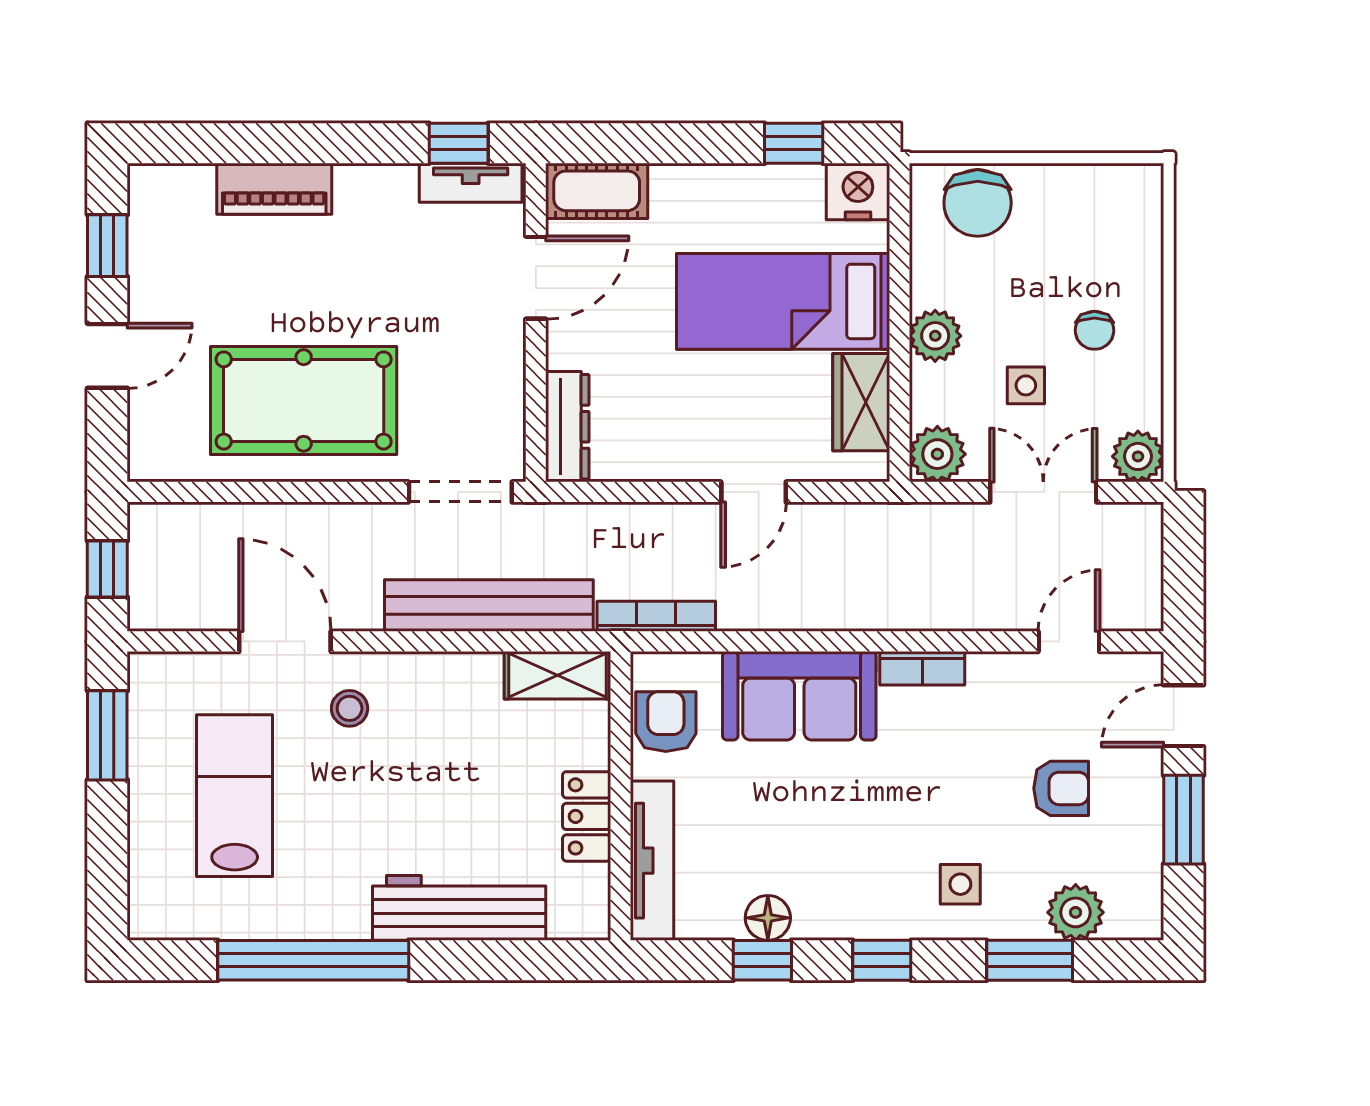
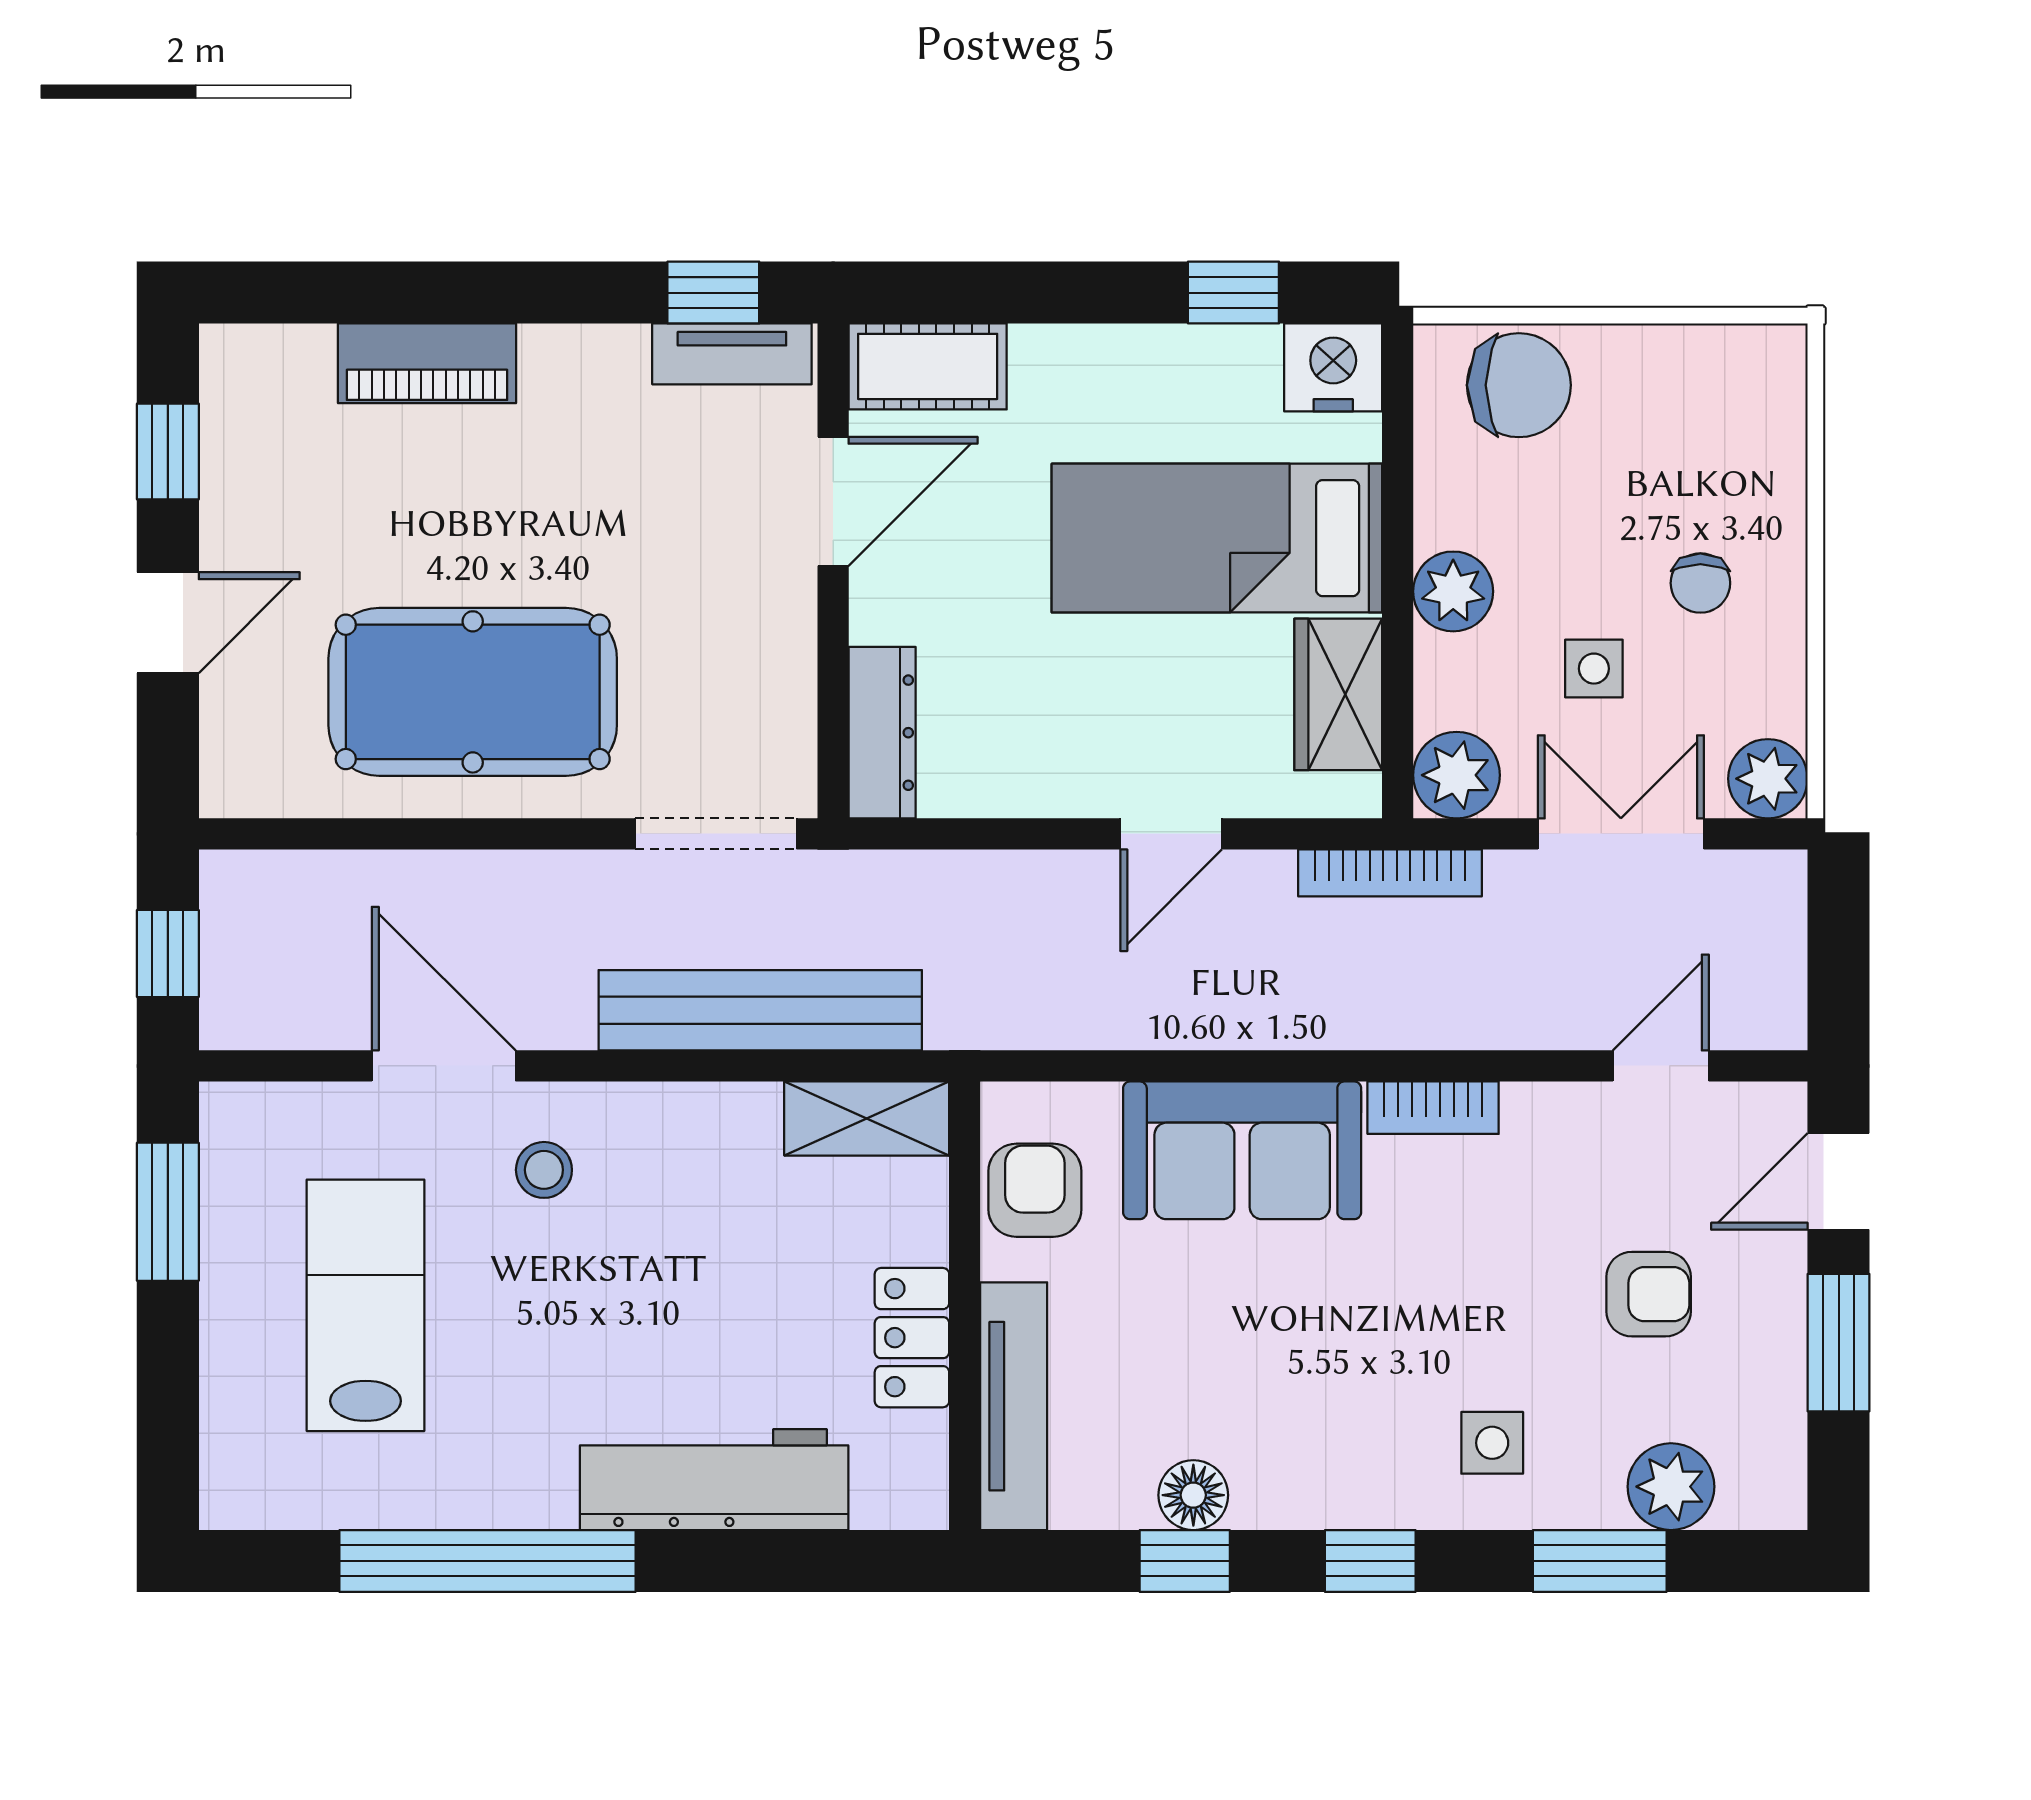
chair: (978, 203) -> (1519, 385), turned -90
bookcase: (656, 616) -> (1390, 873), moved, turned 180

